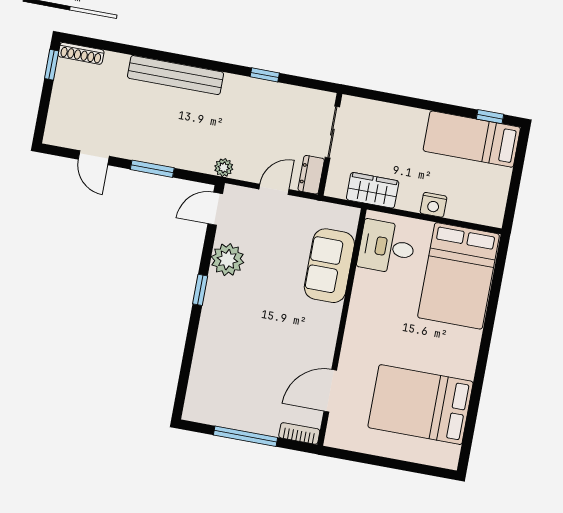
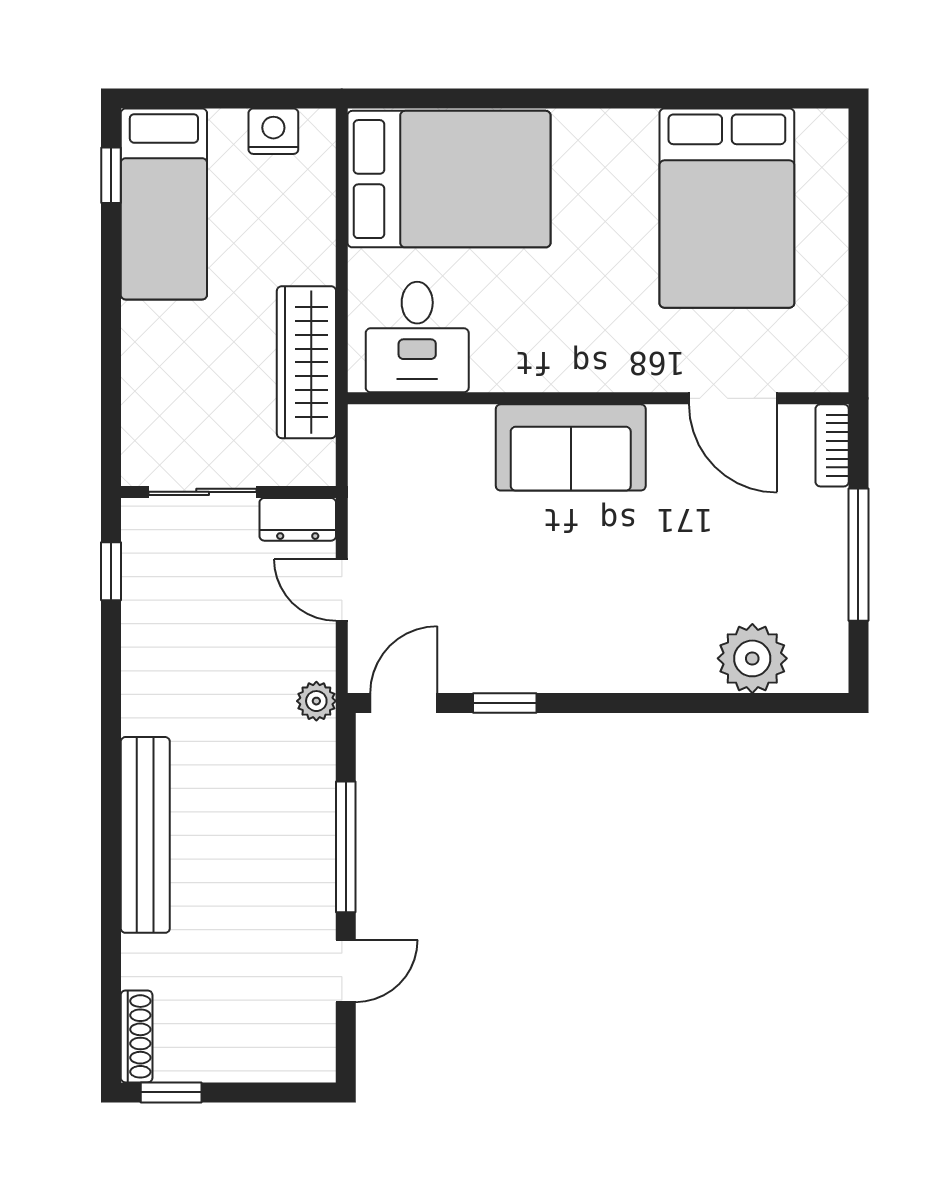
window: (265, 75) -> (111, 571), moved
window: (152, 169) -> (346, 847), width x1.44
wardrobe: (373, 190) -> (306, 362), width x1.50
nightstand: (433, 205) -> (273, 131), moved, turned -90
door: (215, 209) -> (404, 703), swing flipped
plant: (227, 260) -> (752, 658), moved
sofa: (329, 266) -> (571, 447), moved
window: (200, 290) -> (505, 703), moved

